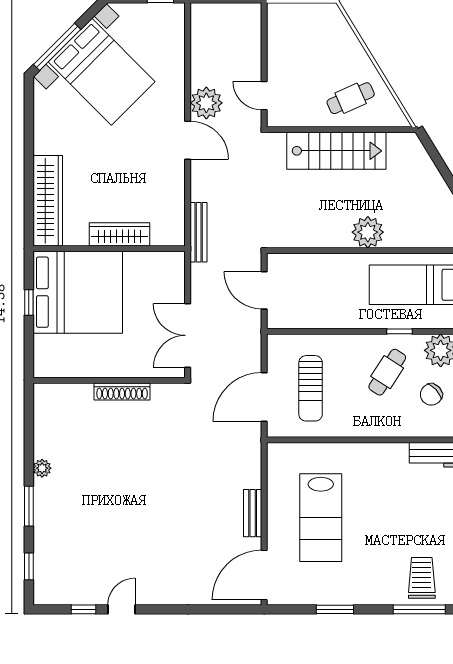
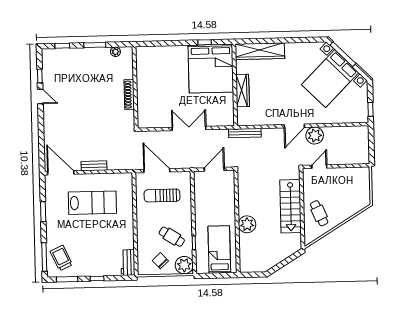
wall: (109, 380) -> (135, 87), moved
shoe rack: (122, 391) -> (129, 95), moved
lab bench: (321, 518) -> (92, 203), turned 180
trolley: (422, 578) -> (61, 258), turned -115

